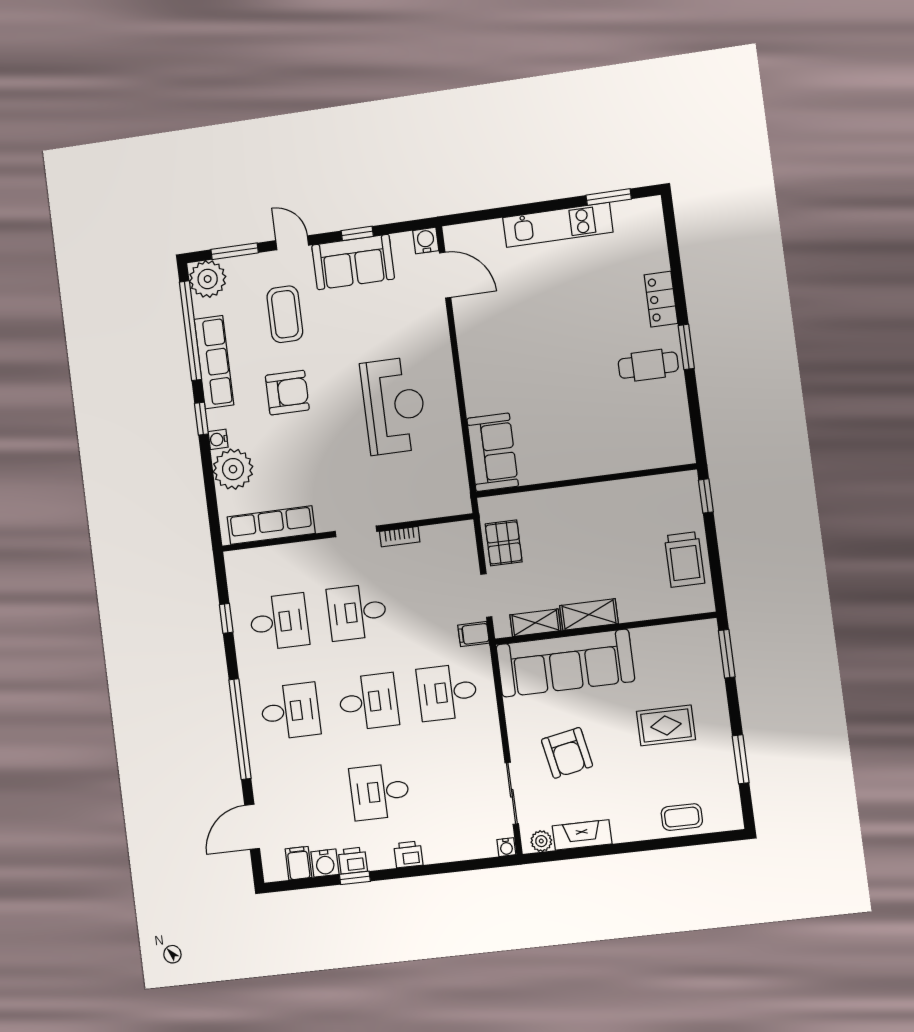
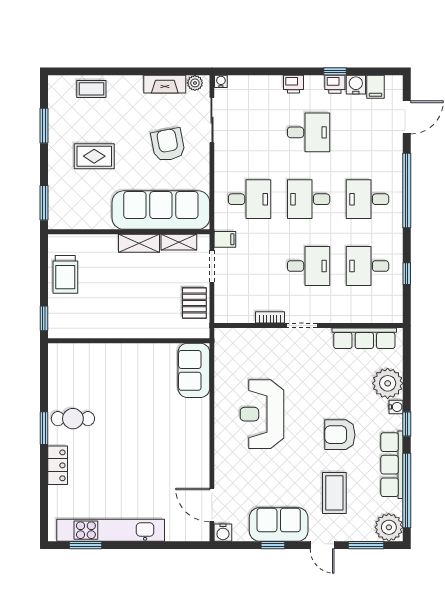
kitchen unit: (558, 225) -> (111, 530), width x1.36
trolley: (684, 559) -> (65, 274), turned 180

